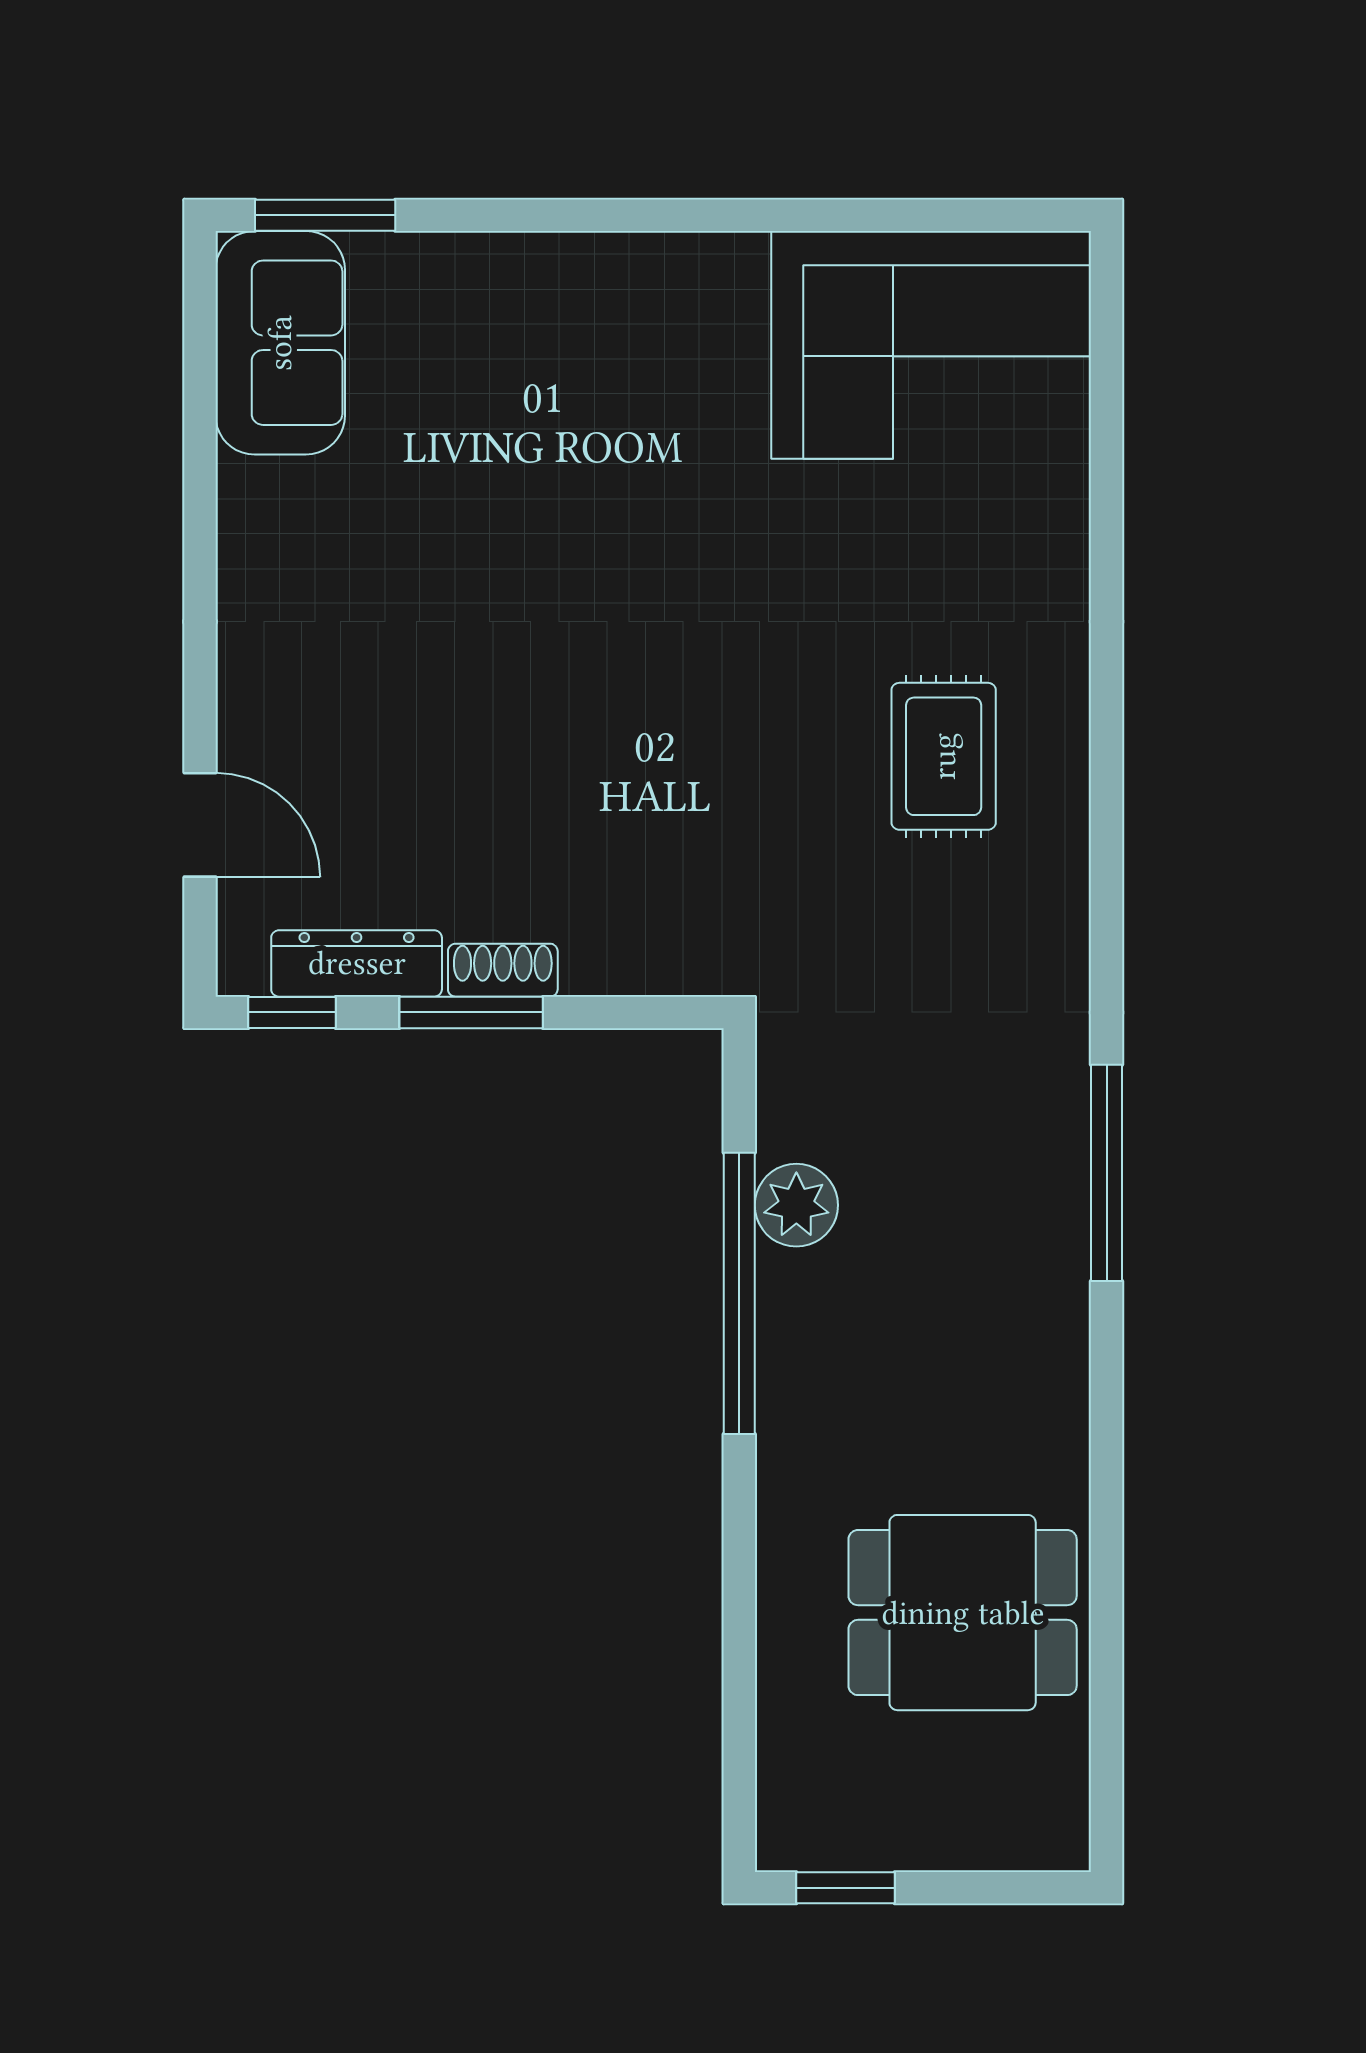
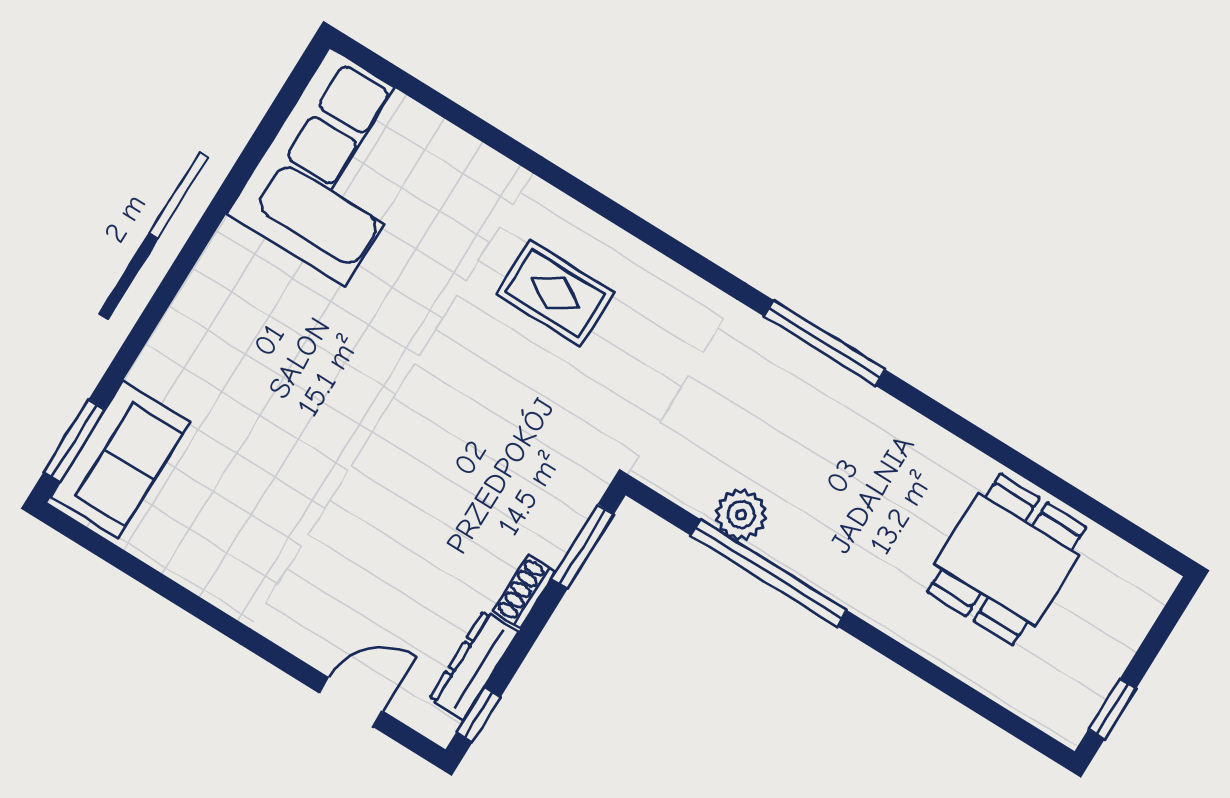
sofa: (280, 343) -> (120, 459), moved, turned 90
window: (471, 1012) -> (583, 547), moved

